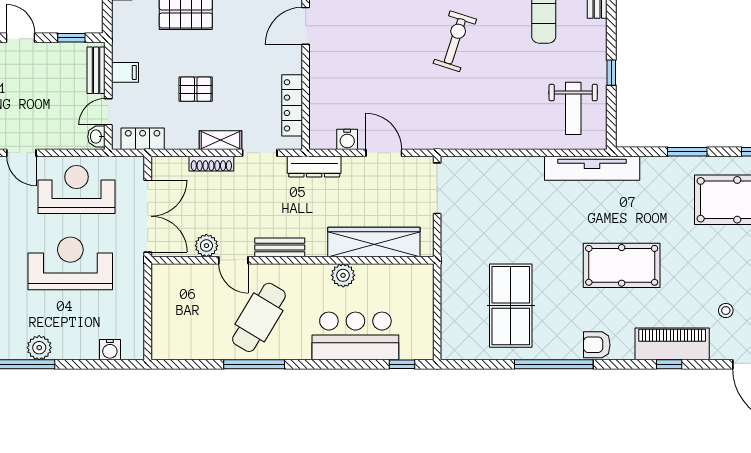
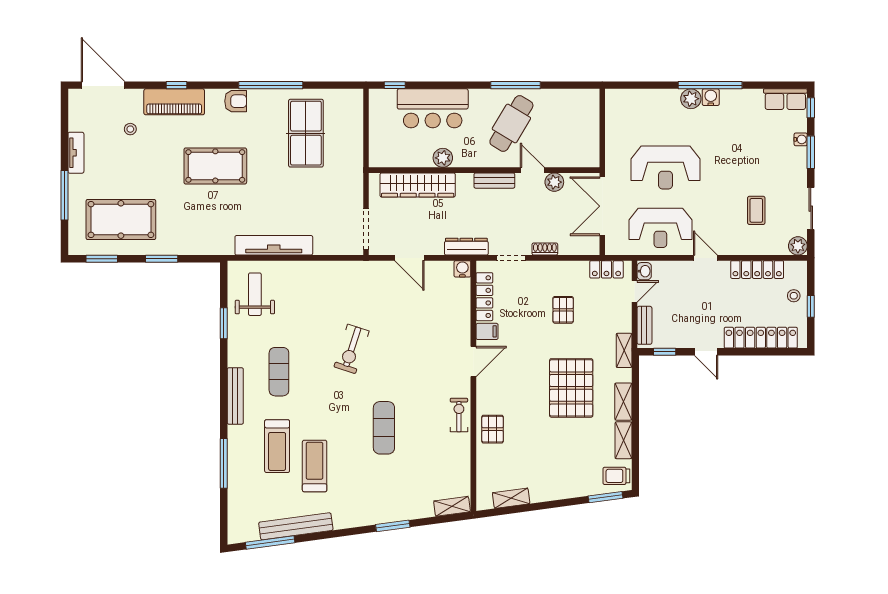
filing cabinet: (125, 72) -> (487, 331), moved, turned 180
window: (611, 73) -> (224, 323), width x1.50
pallet: (196, 89) -> (563, 310), turned 90
water cooler: (347, 139) -> (462, 269), moved
shelving: (220, 140) -> (624, 350), moved, turned 90
shoe rack: (211, 164) -> (545, 249), width x0.70
tv unit: (592, 168) -> (274, 245), moved
water cooler: (110, 350) -> (711, 97), moved

